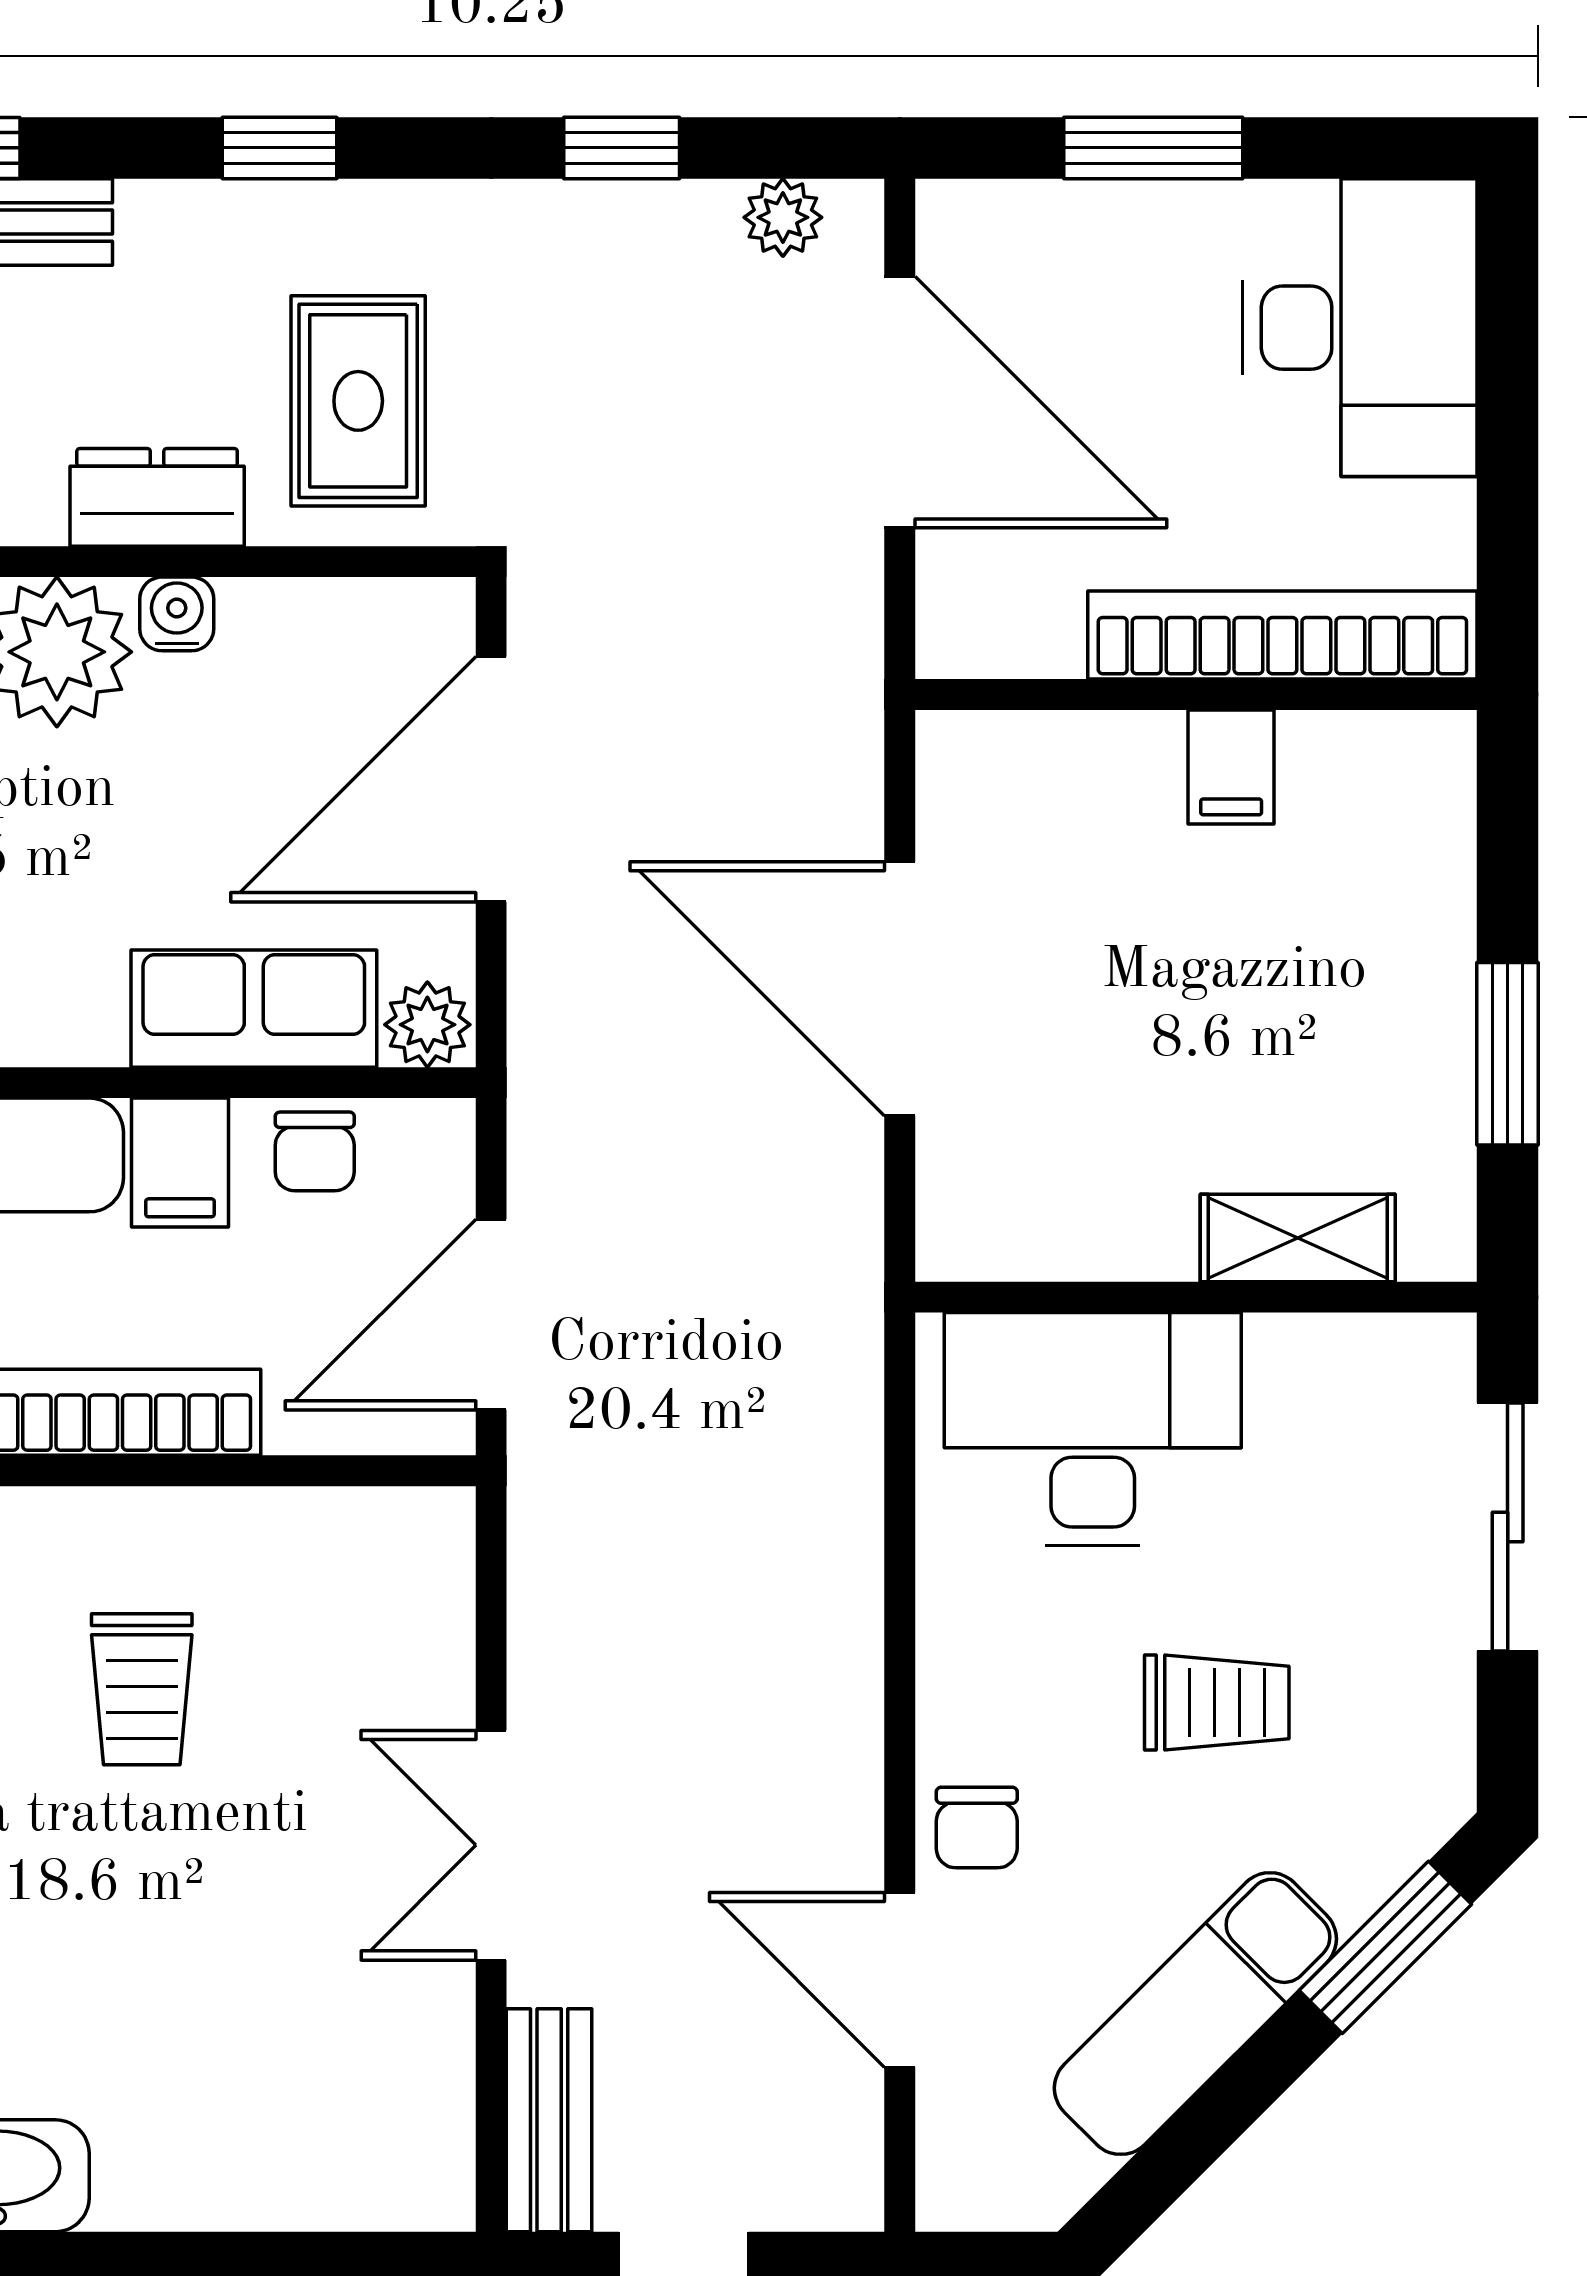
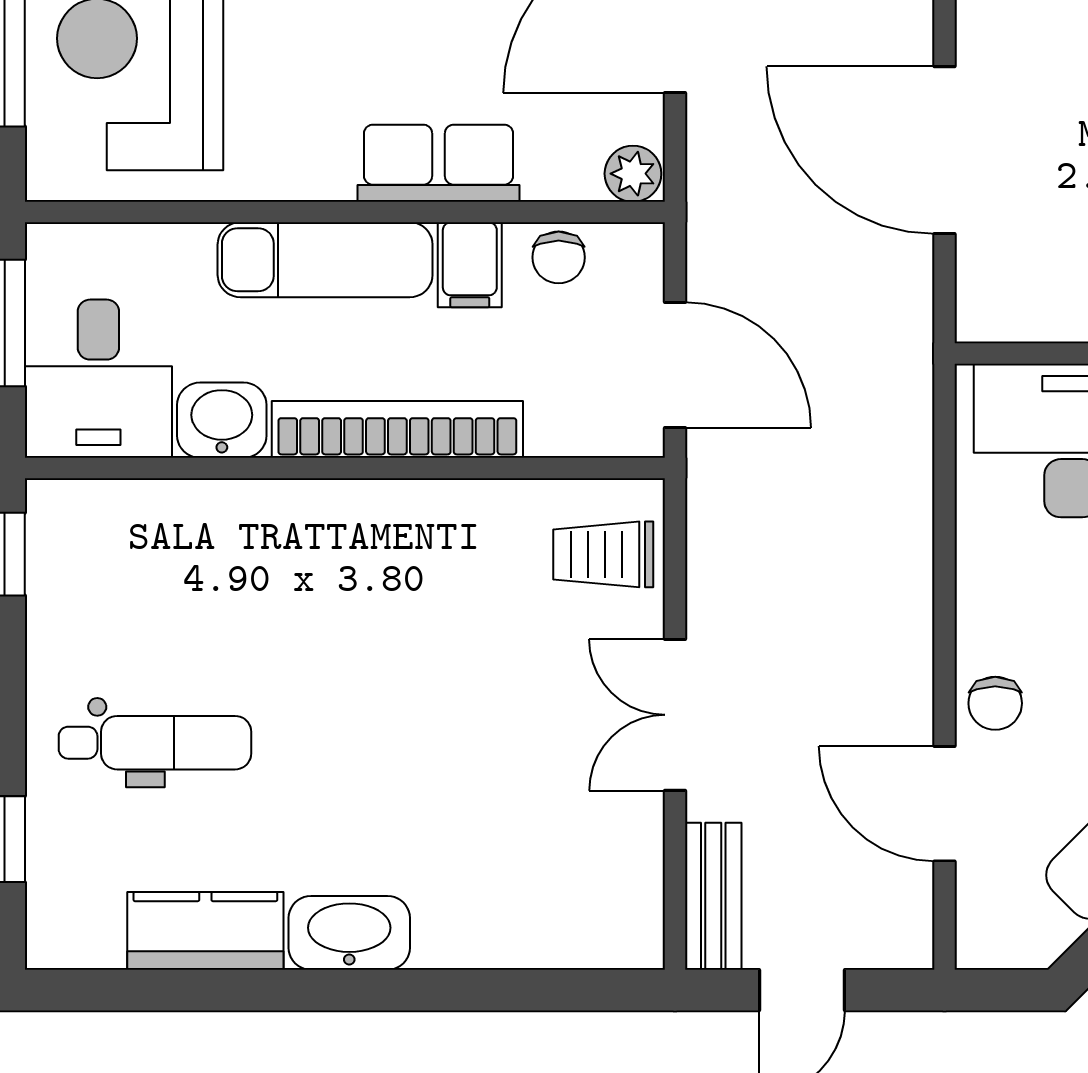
row of seats: (254, 1009) -> (439, 163), moved
door: (491, 1315) -> (675, 365), swing flipped
trolley: (142, 1689) -> (603, 554), moved, turned 90

